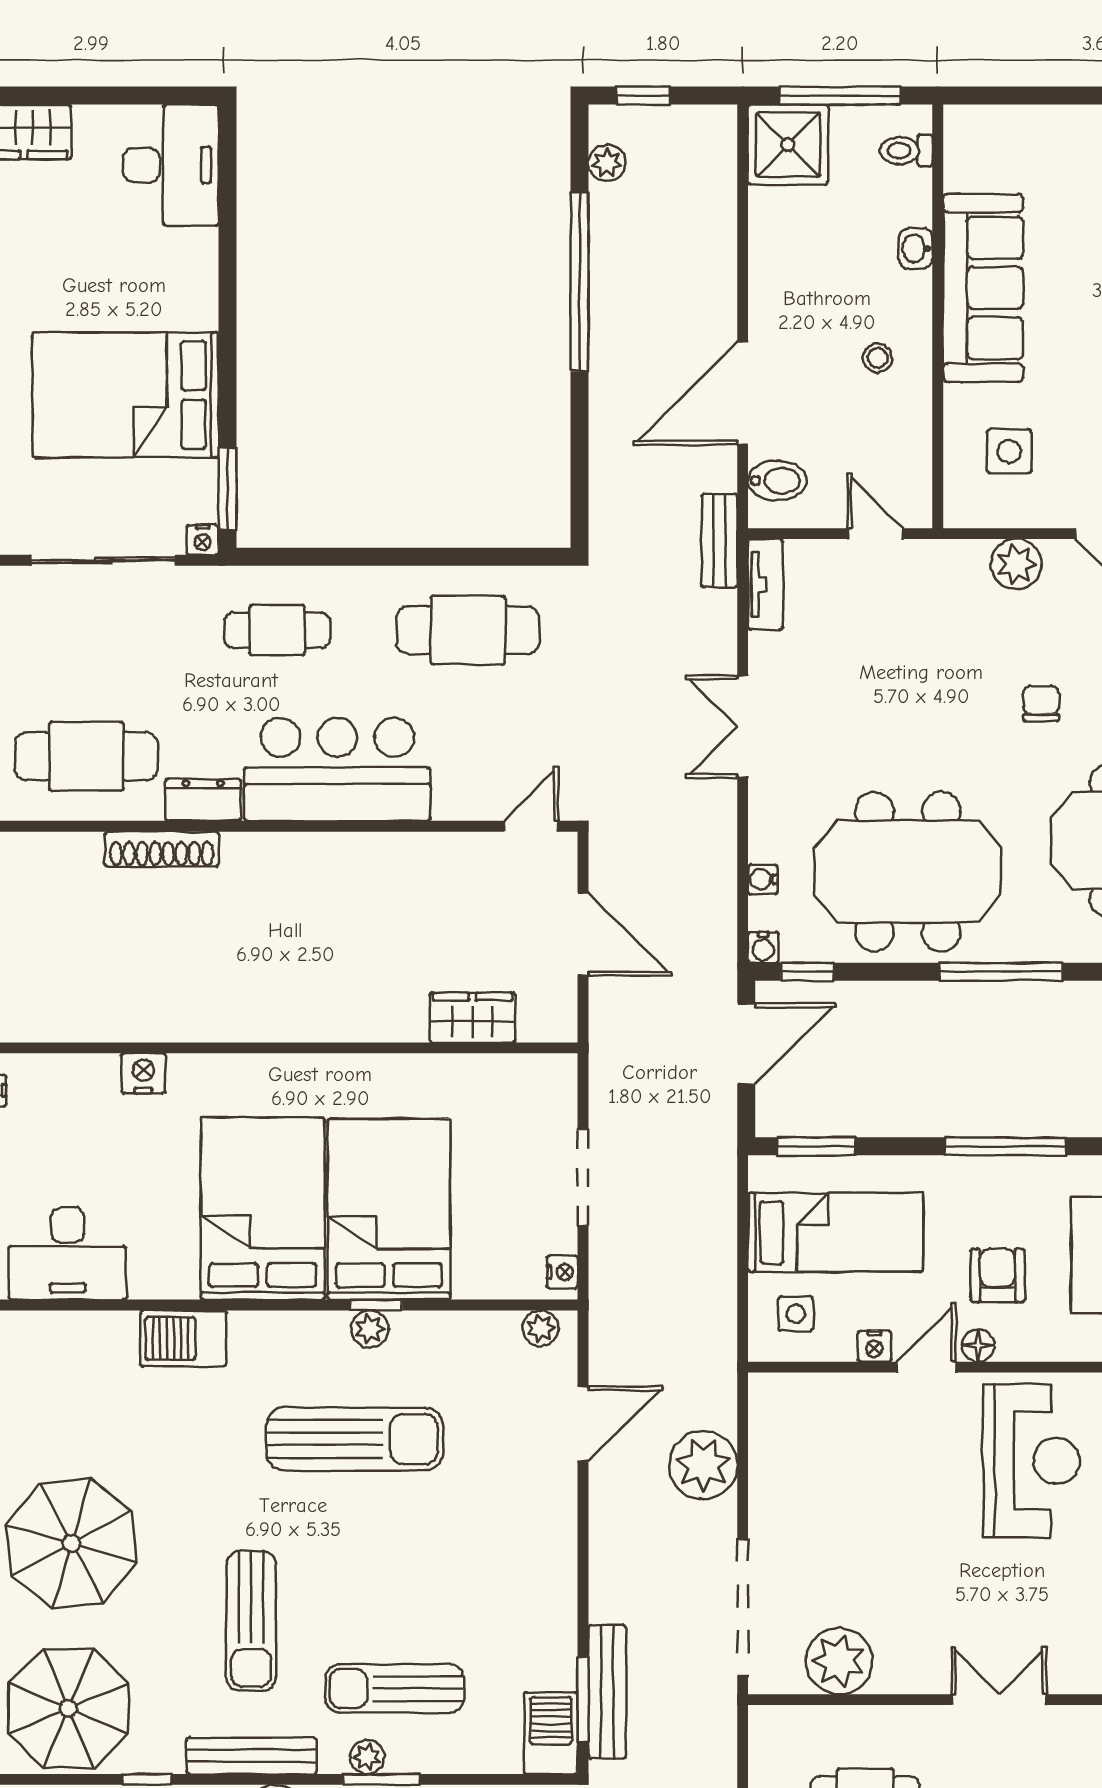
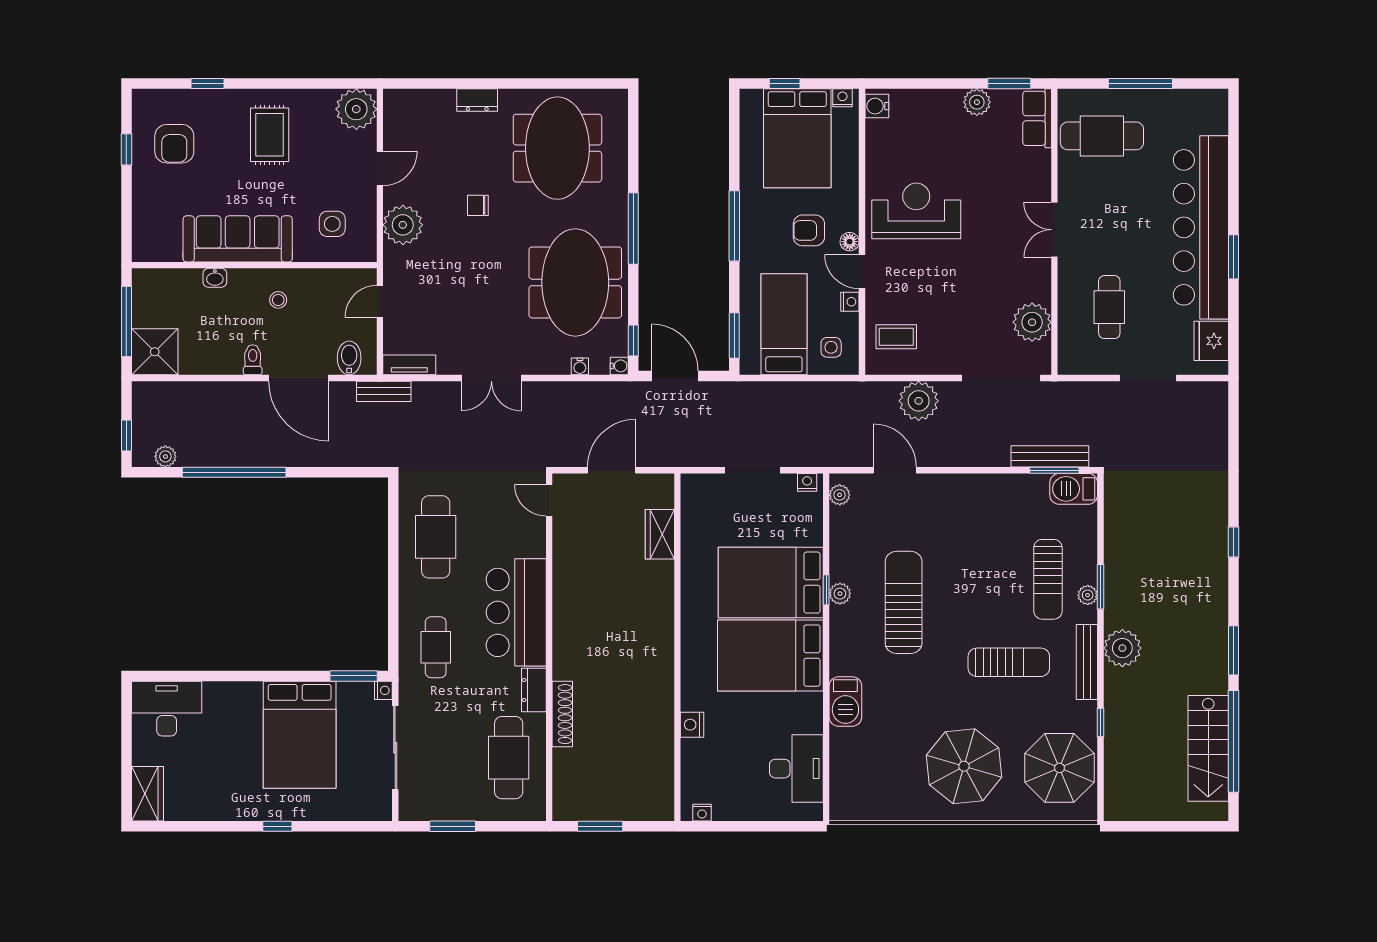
toilet: (906, 151) -> (253, 360), moved, turned 180
plant: (1016, 564) -> (403, 225), width x1.36, depth x1.36
coffee table: (814, 1426) -> (896, 337), added

